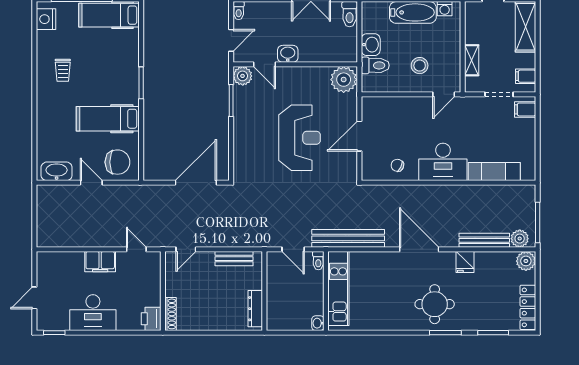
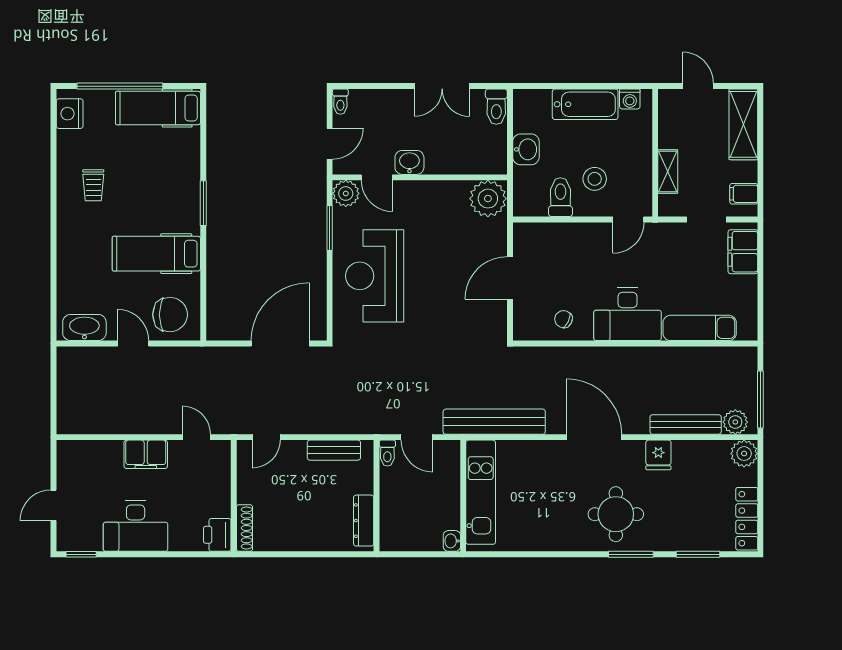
toilet: (375, 65) -> (560, 197), moved, turned -90
filing cabinet: (525, 109) -> (743, 252), width x2.00
reception desk: (300, 138) -> (375, 276), moved, turned 180
toilet: (318, 261) -> (387, 453), moved

